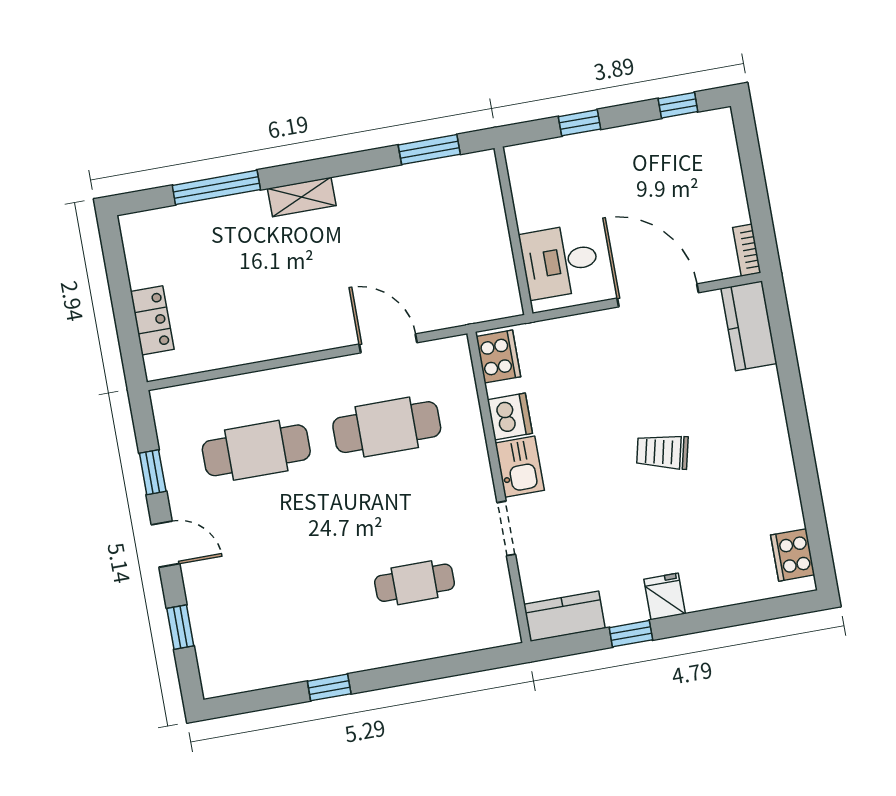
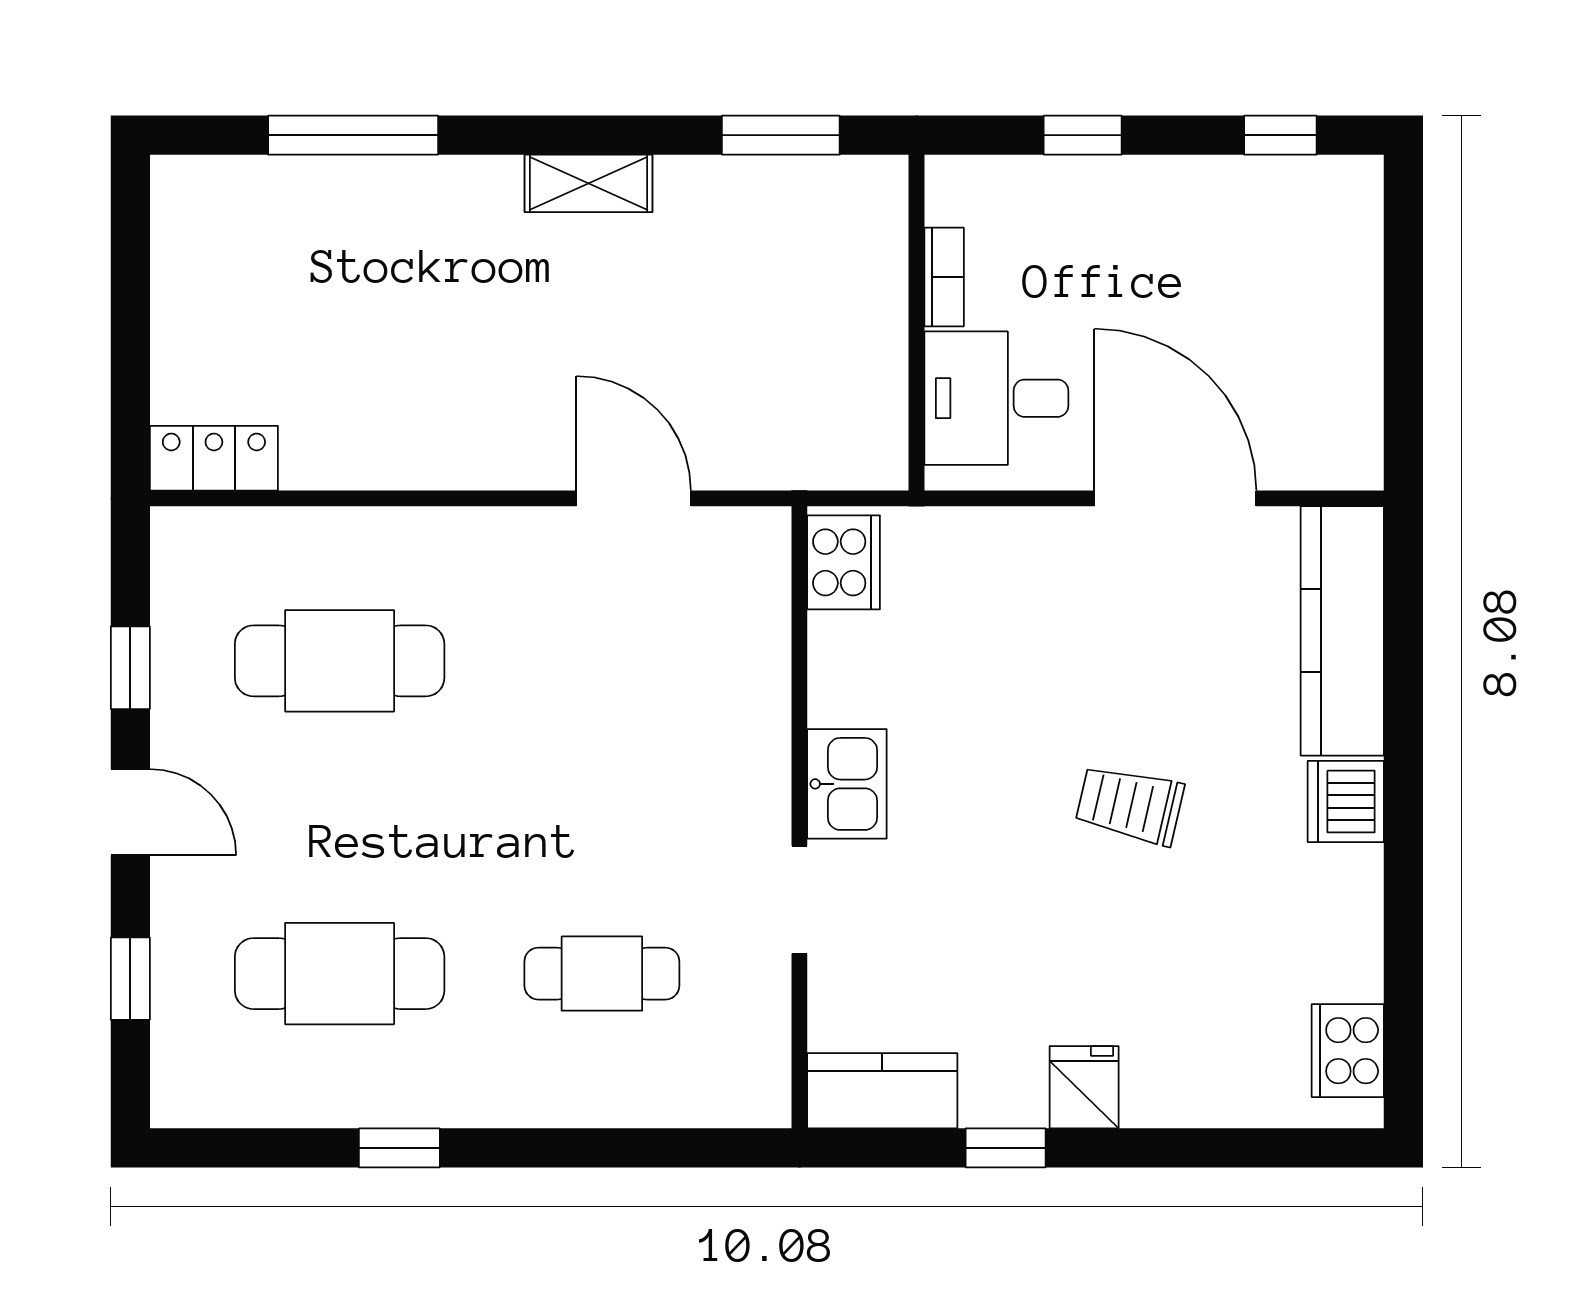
shelving: (302, 197) -> (588, 183), moved
bookcase: (747, 250) -> (944, 277), moved, turned 180
locker: (152, 320) -> (214, 458), moved, turned -90
kitchen counter: (749, 326) -> (1342, 631), width x1.50
dishwasher: (510, 417) -> (1346, 802), moved, turned 180
cafe table: (387, 427) -> (340, 974), moved

